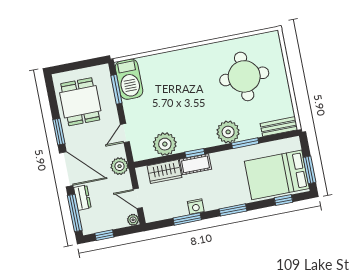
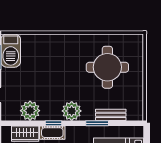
bench: (279, 127) -> (111, 115), moved
plant: (228, 132) -> (72, 111), moved

